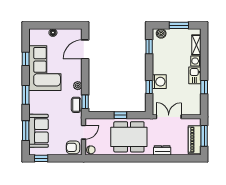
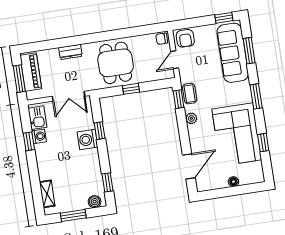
washing machine: (196, 61) -> (39, 136), moved
kitchen sink: (195, 75) -> (37, 118), moved
sofa: (39, 131) -> (233, 53), width x1.36
dining table: (129, 137) -> (116, 63), width x0.73
armchair: (73, 147) -> (185, 38), turned 90

